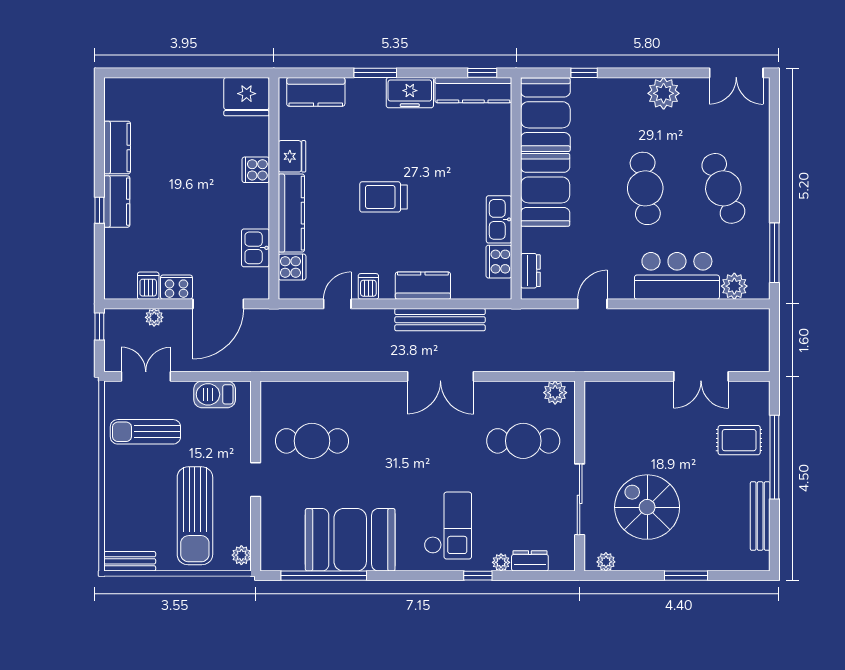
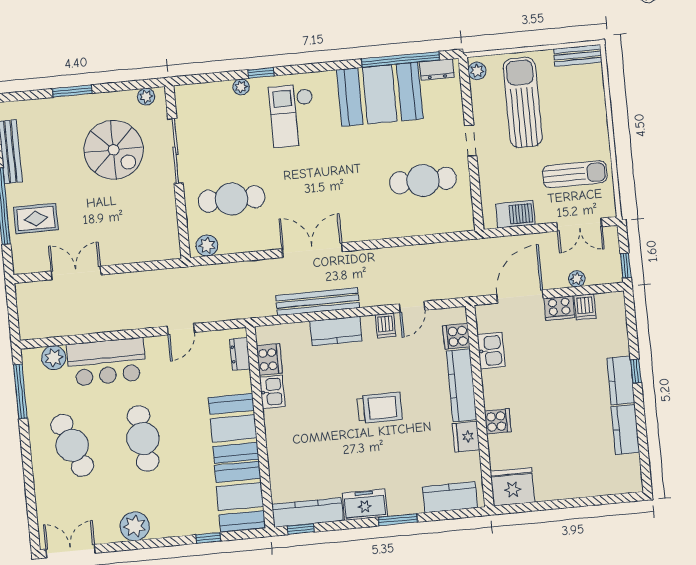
kitchen sink: (499, 219) -> (272, 392), width x0.73
dresser: (530, 561) -> (437, 69), moved

